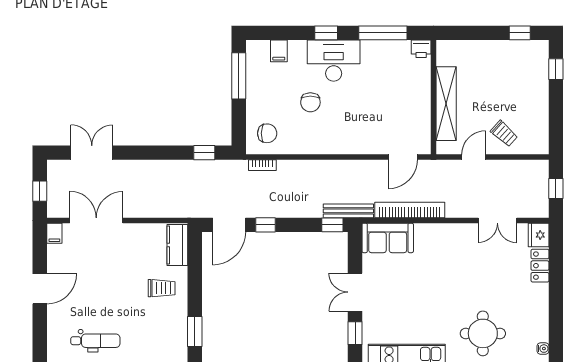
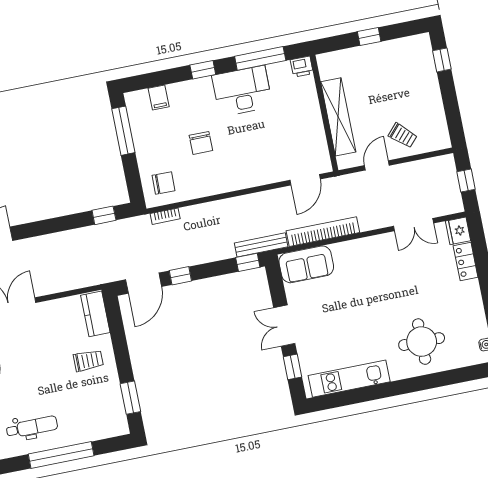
window: (520, 33) -> (369, 37), moved
desk: (334, 61) -> (242, 91), moved

